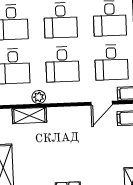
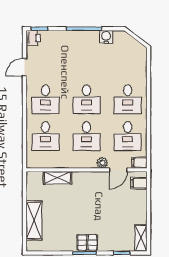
plant: (39, 97) -> (102, 163), moved

